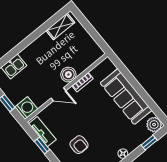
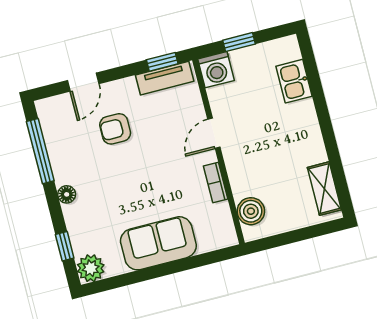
boiler: (68, 75) -> (251, 211), moved
sofa: (126, 97) -> (158, 243), width x0.73
window: (42, 146) -> (162, 62), moved

